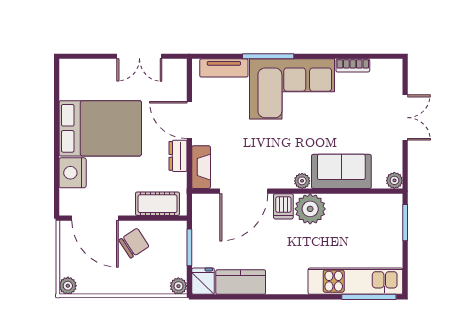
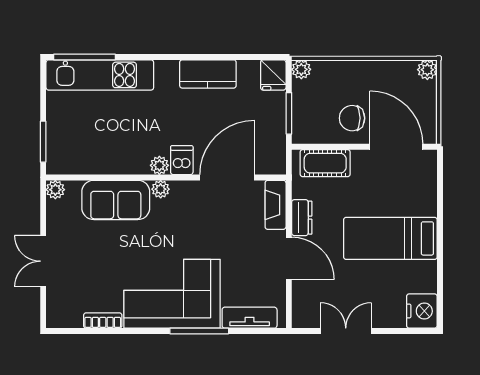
bed: (100, 128) -> (390, 238), width x0.67
nightstand: (73, 173) -> (422, 311), moved
plant: (310, 209) -> (159, 165), width x0.53, depth x0.53
chair: (134, 243) -> (352, 118), turned 33
kitchen counter: (241, 282) -> (208, 74), moved

